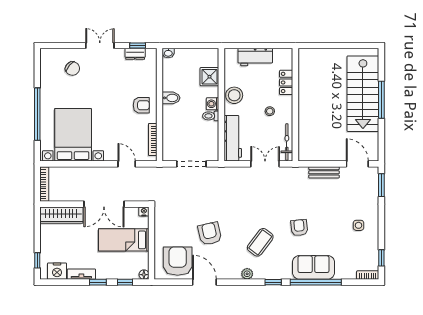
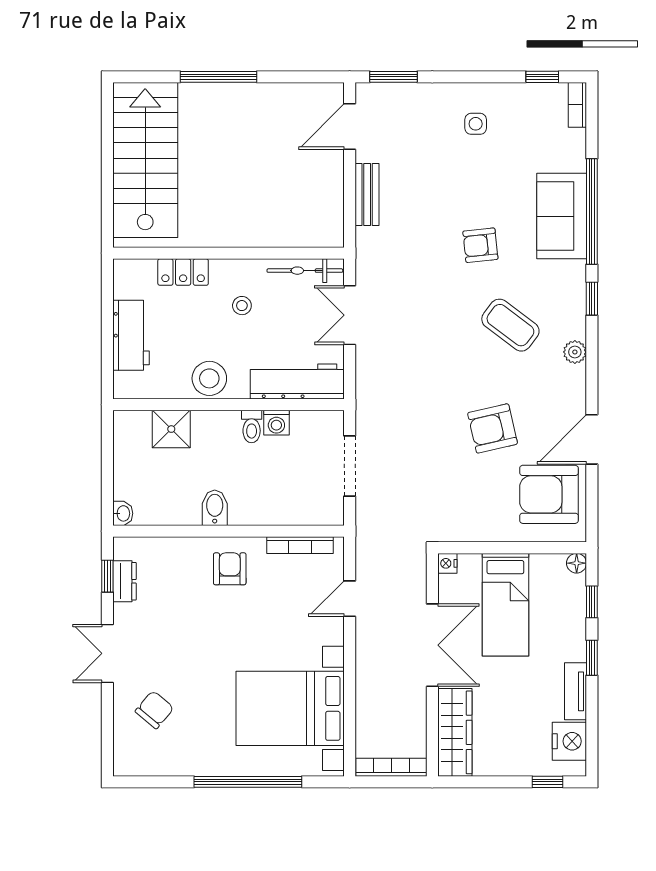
stairs: (363, 94) -> (145, 160), moved, turned -90
washing machine: (213, 104) -> (276, 423), moved

